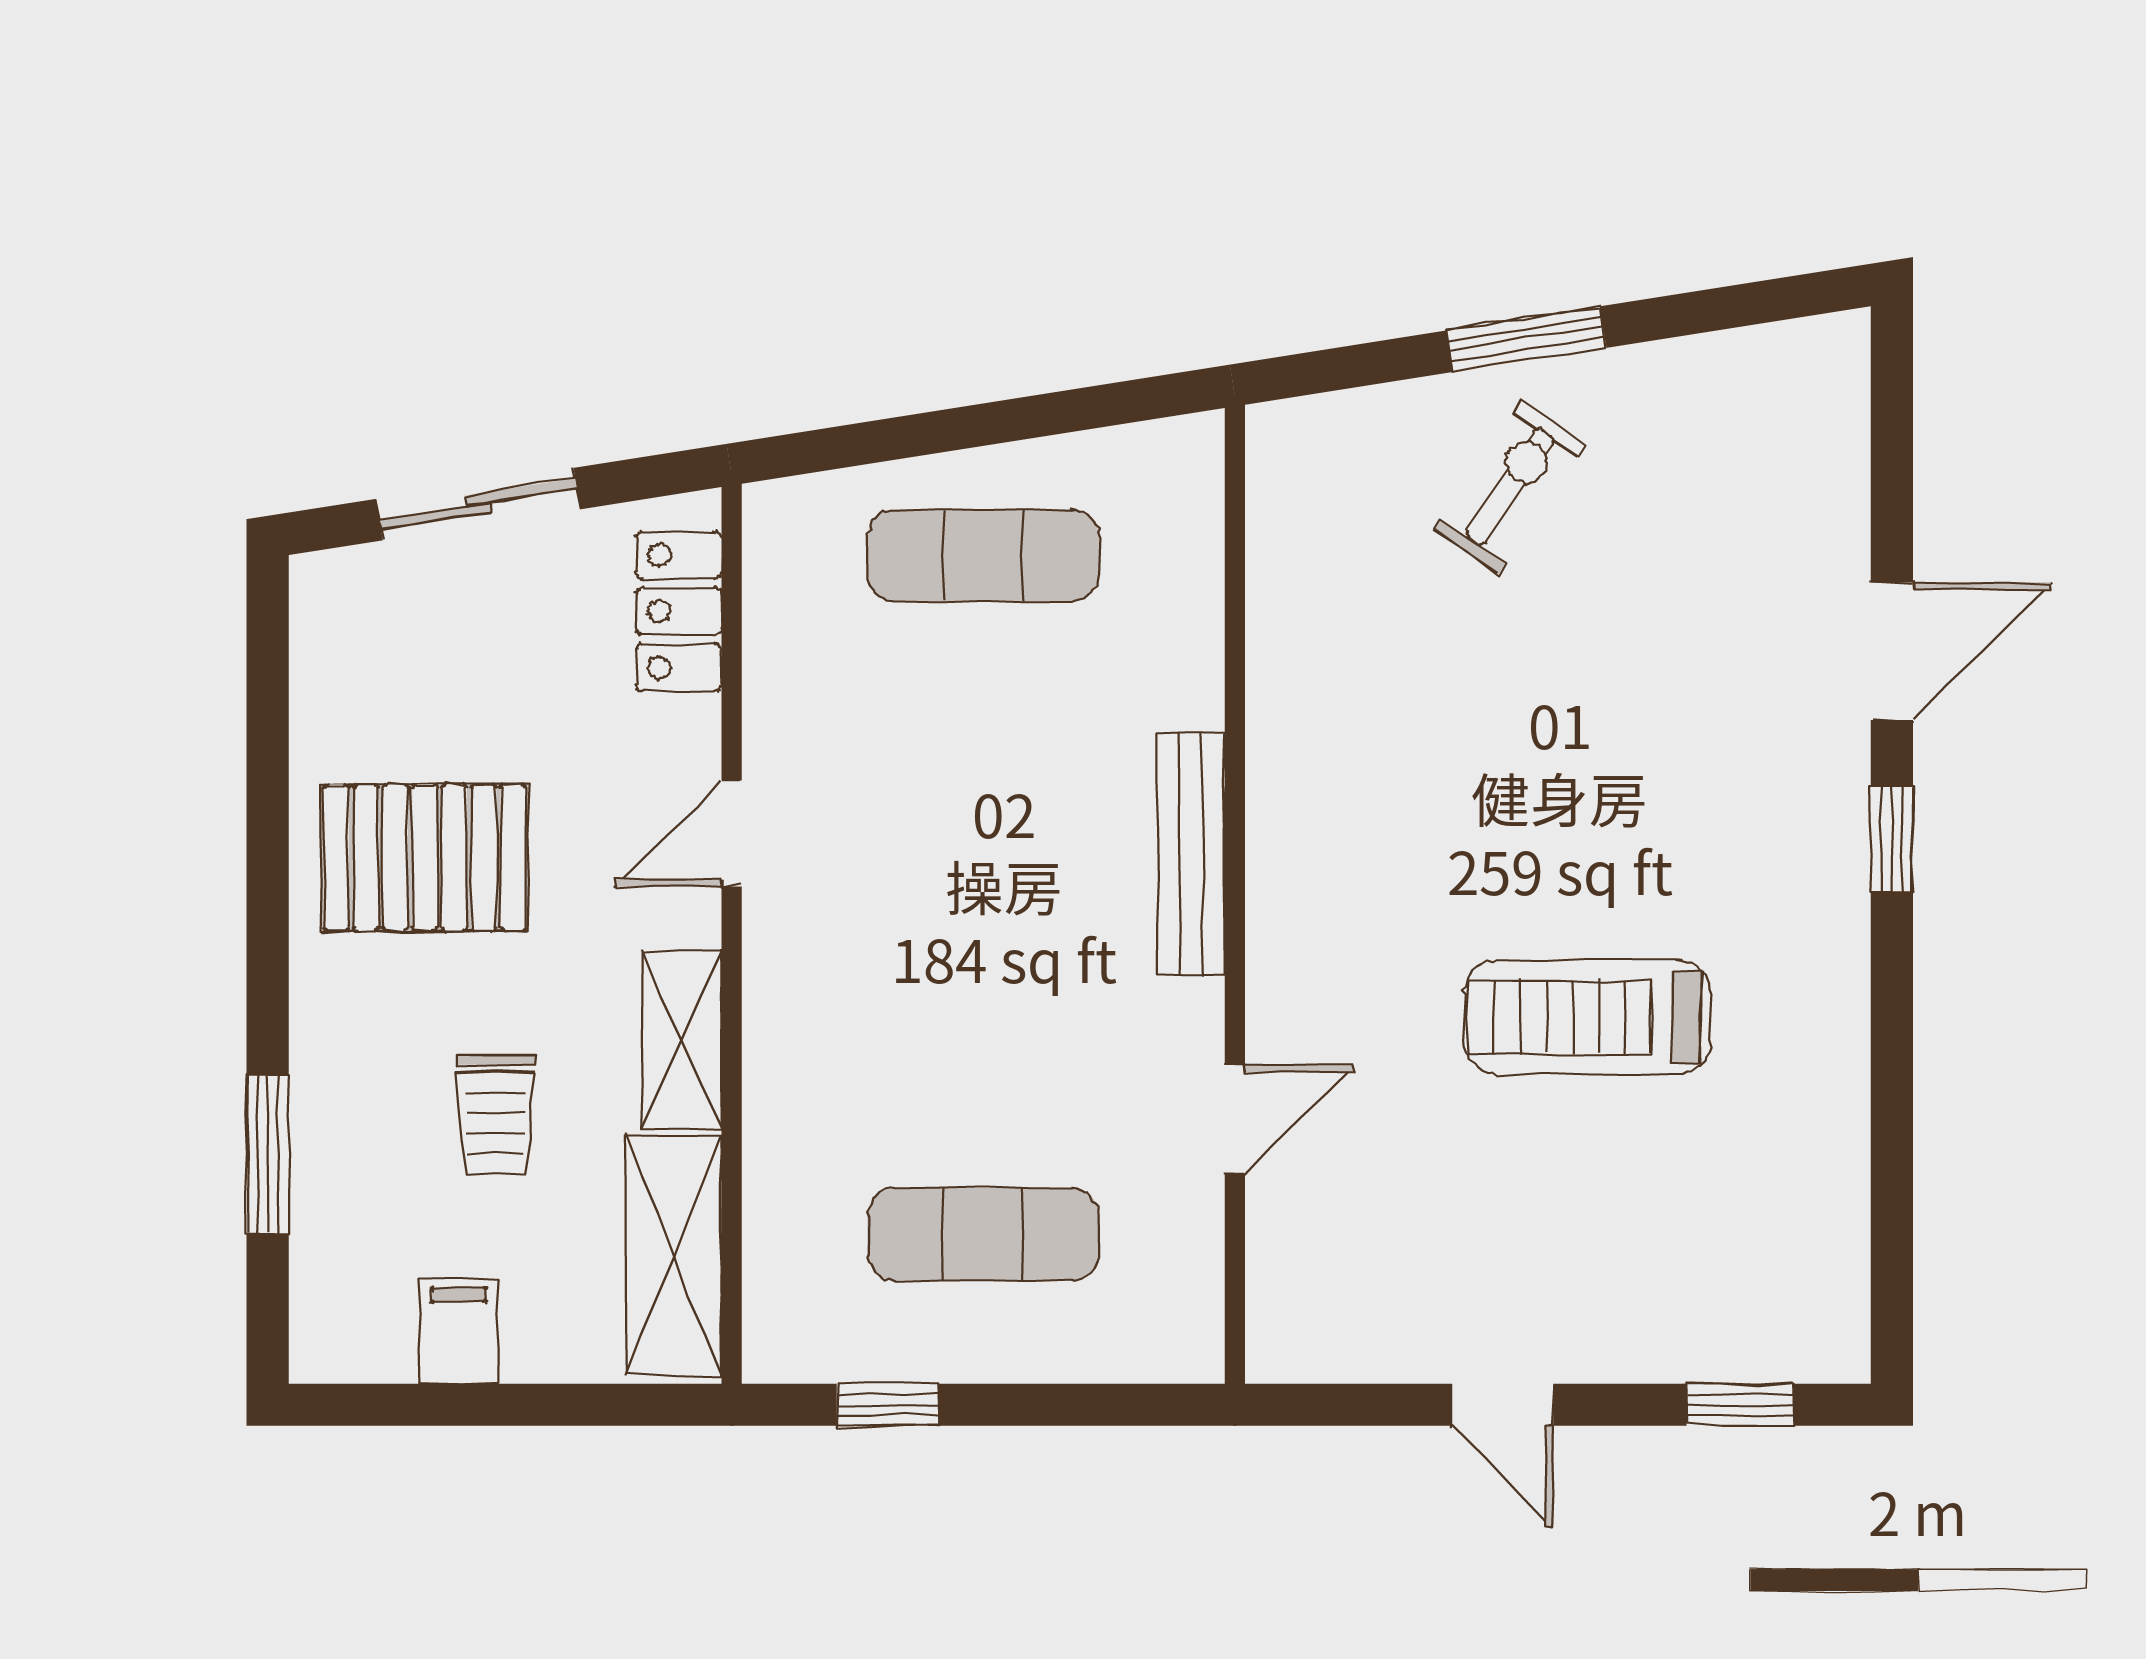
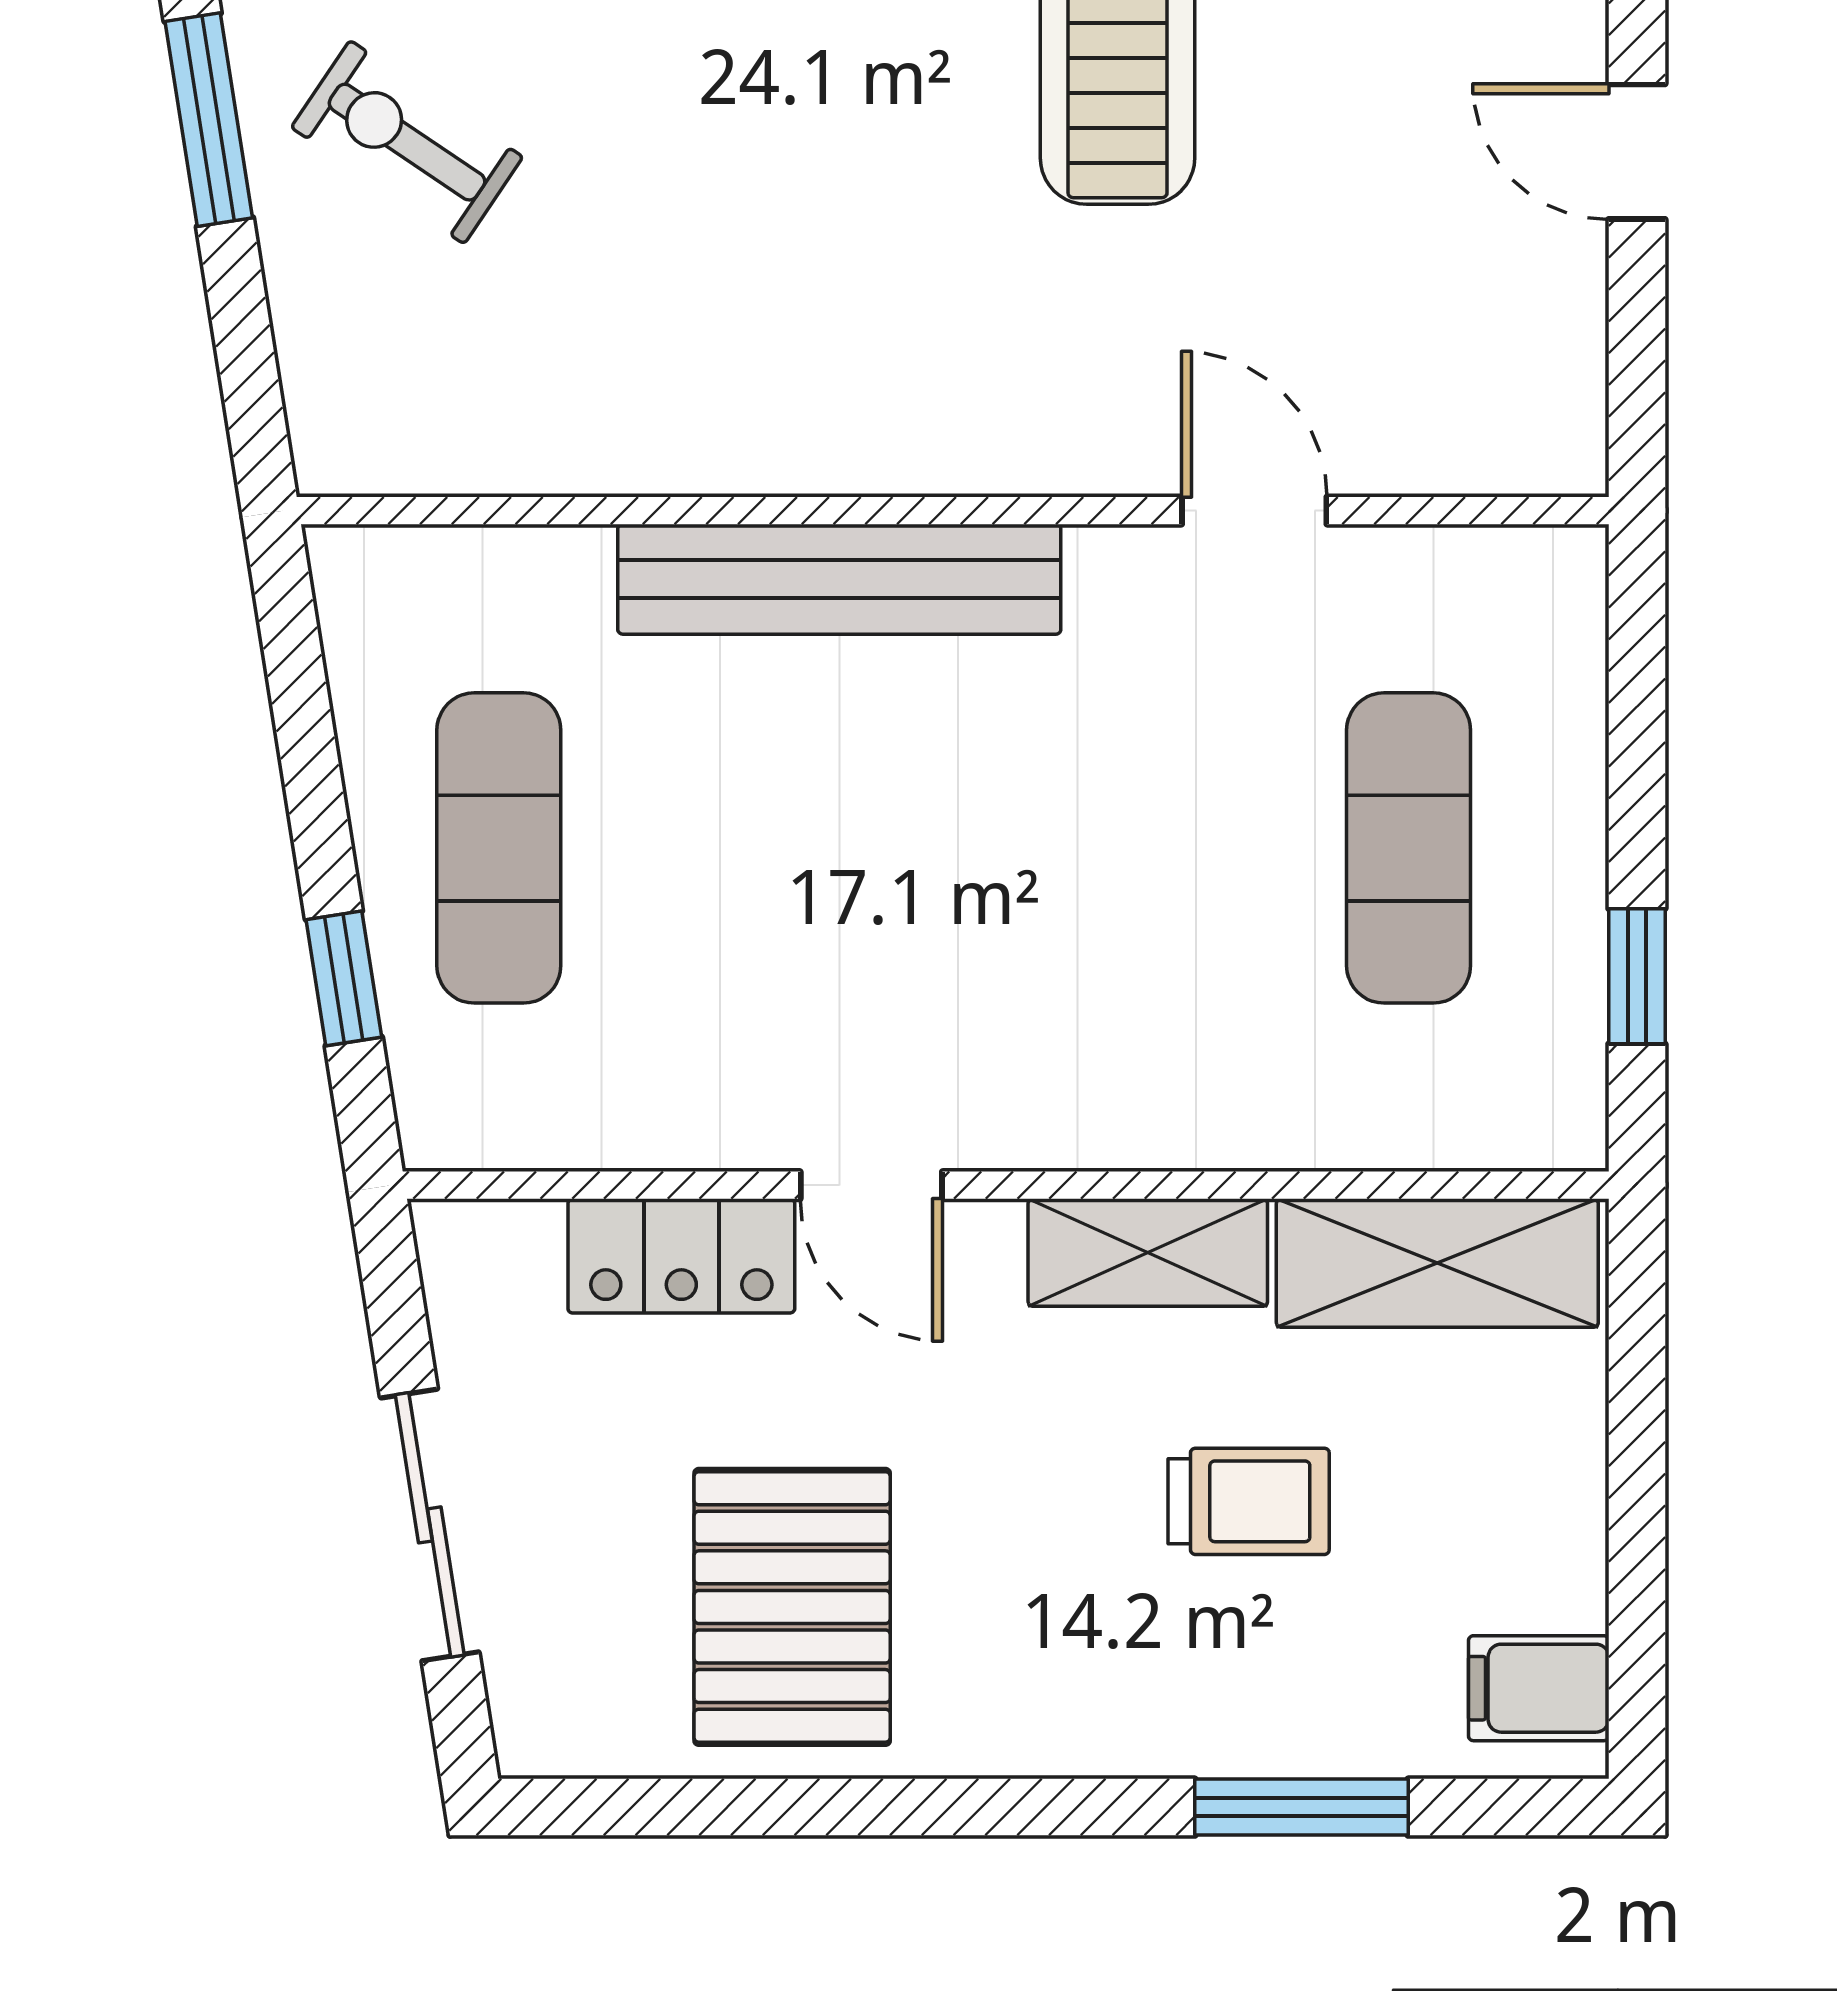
window: (886, 440) -> (344, 978), added
locker: (679, 611) -> (681, 1256), moved
bench: (1191, 854) -> (839, 579), width x1.37, depth x1.21
pallet: (425, 858) -> (792, 1607), moved
filing cabinet: (458, 1331) -> (1539, 1688), moved
door: (1503, 1405) -> (1637, 152), swing flipped

